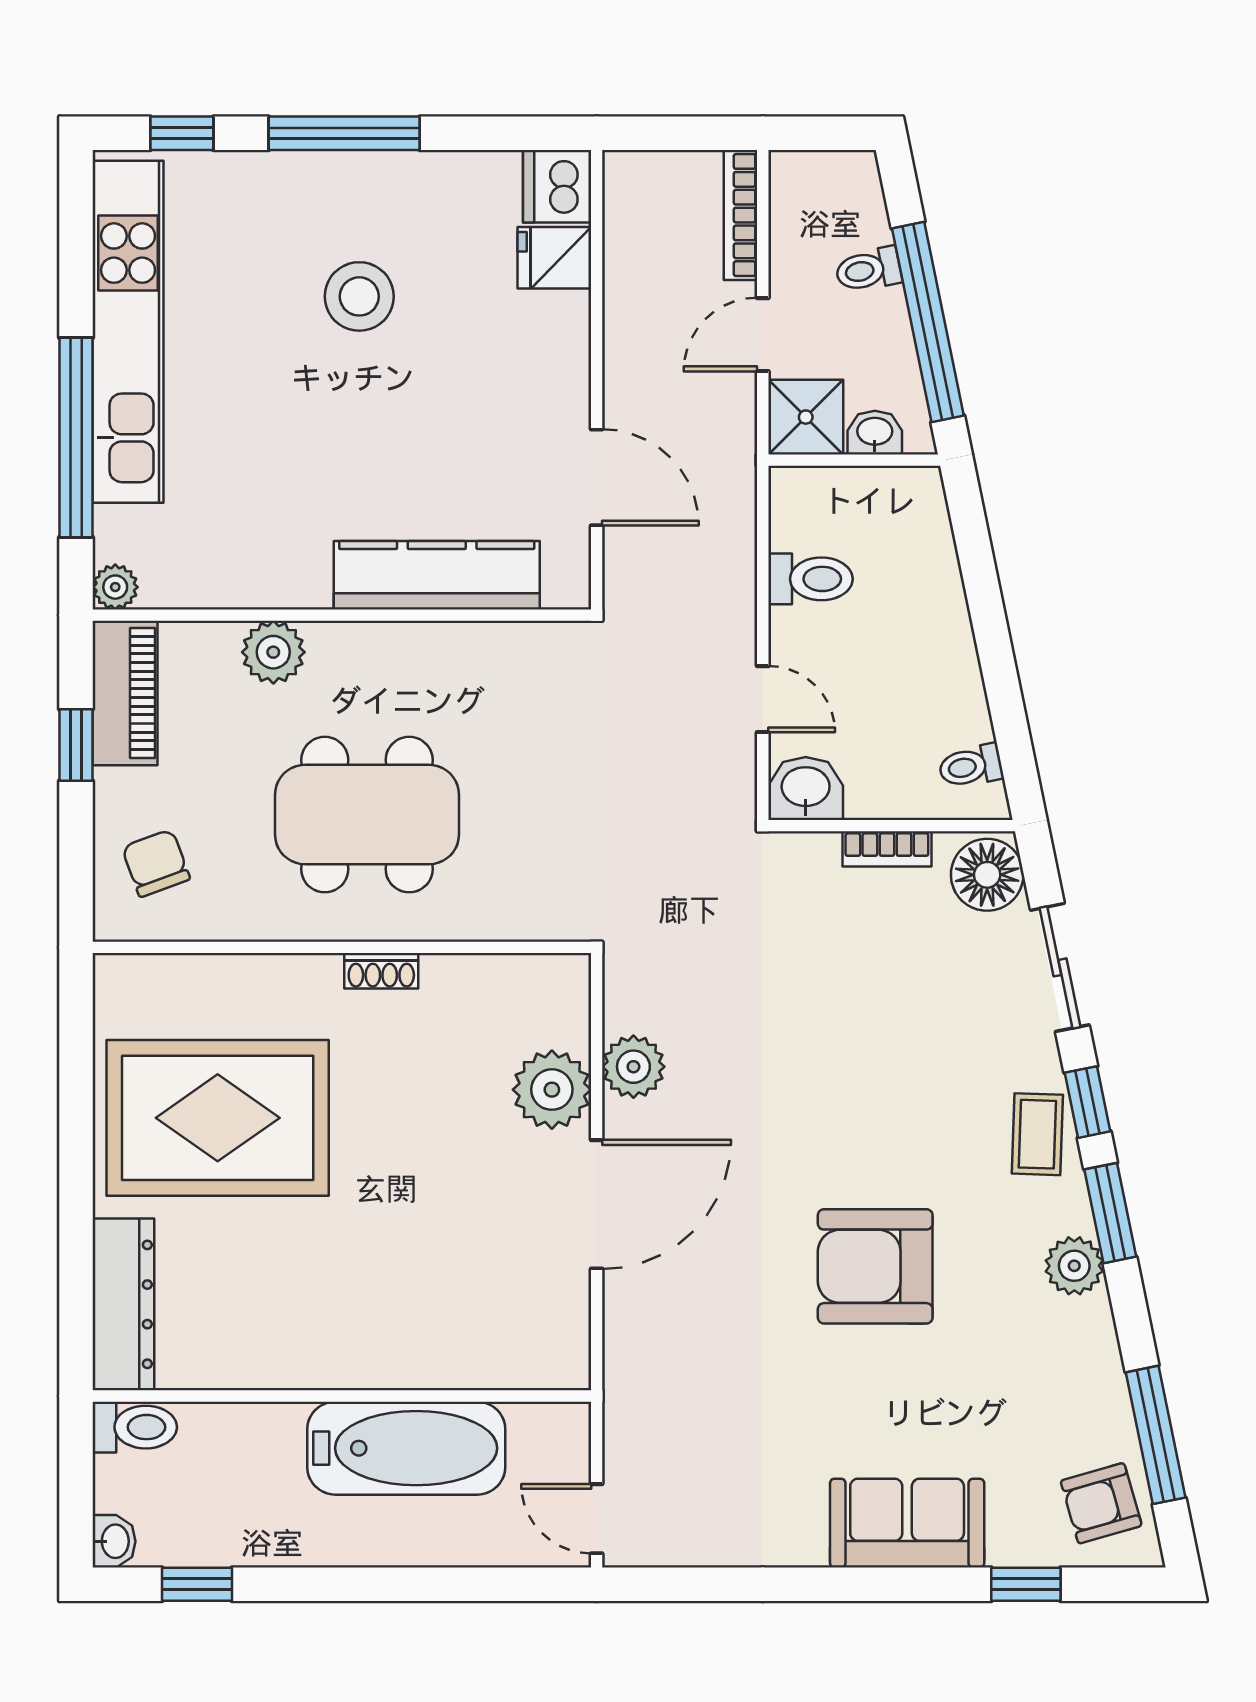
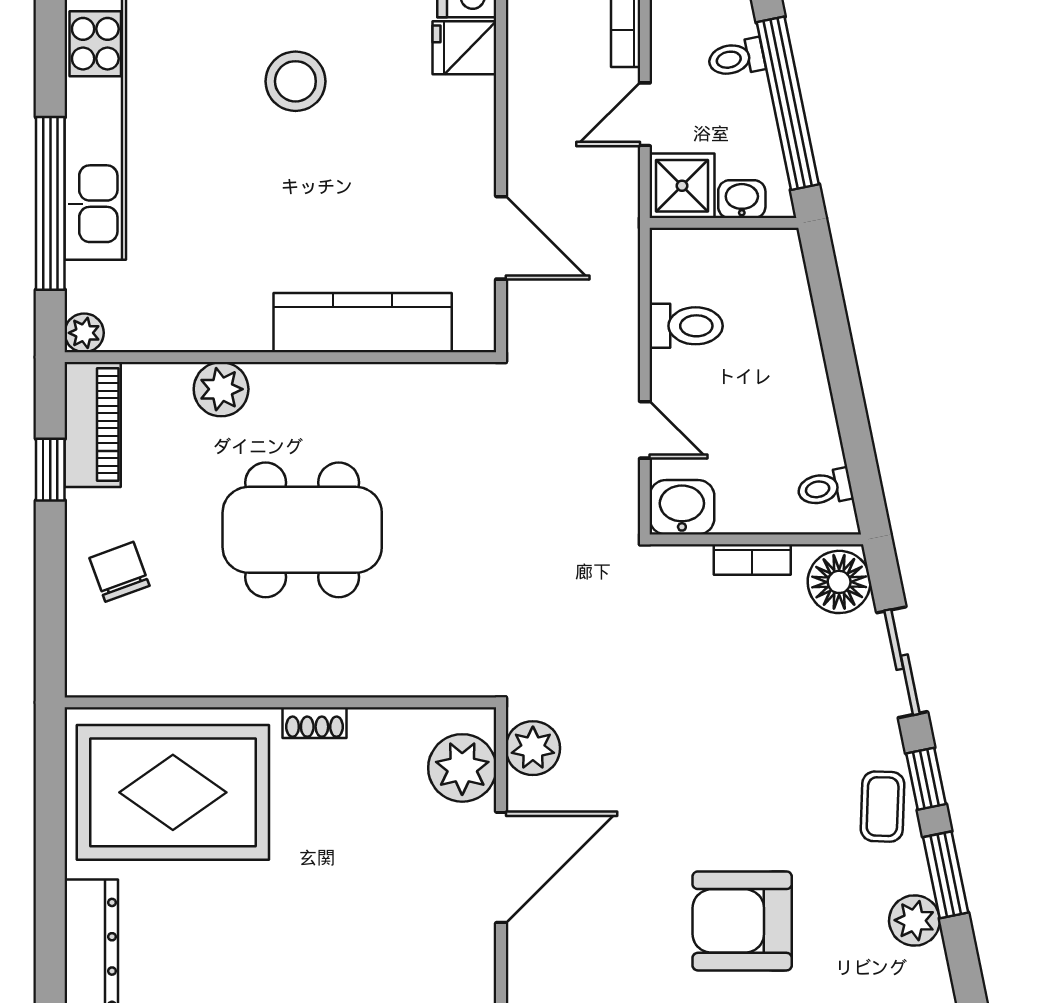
wall: (342, 947) -> (280, 702), moved
shoe rack: (381, 971) -> (315, 723), moved

